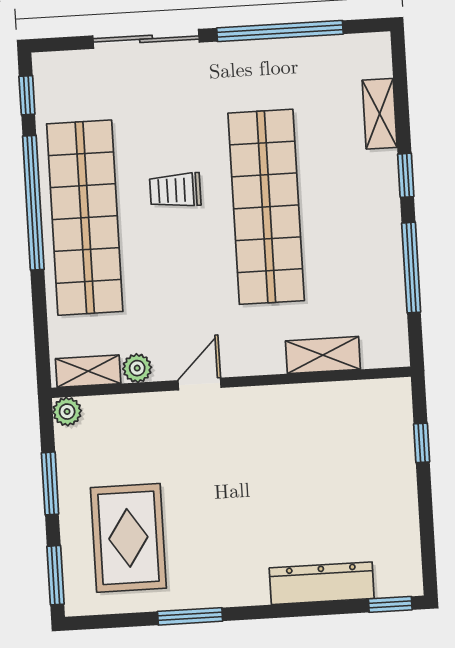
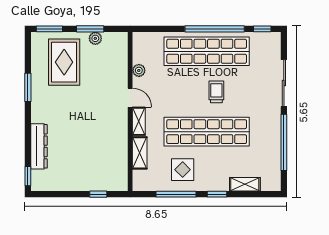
display table: (355, 256) -> (183, 170), added
shelving: (88, 371) -> (139, 121), moved
plant: (67, 412) -> (95, 38), moved
rug: (128, 538) -> (64, 62), turned 90

